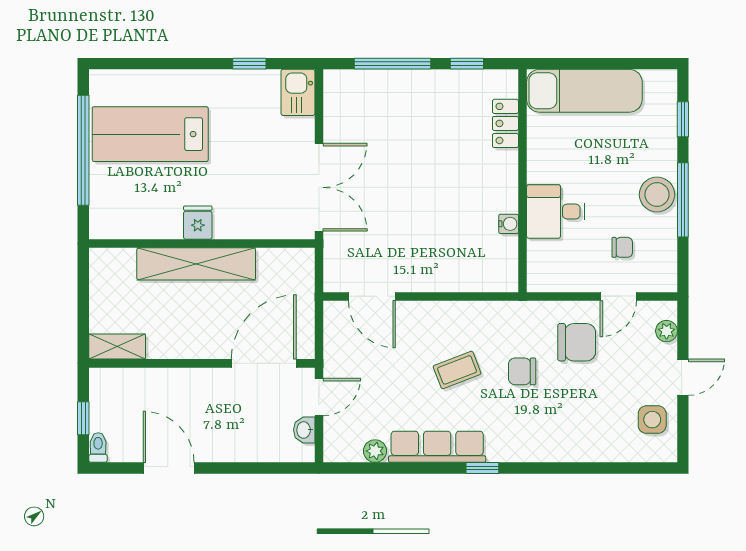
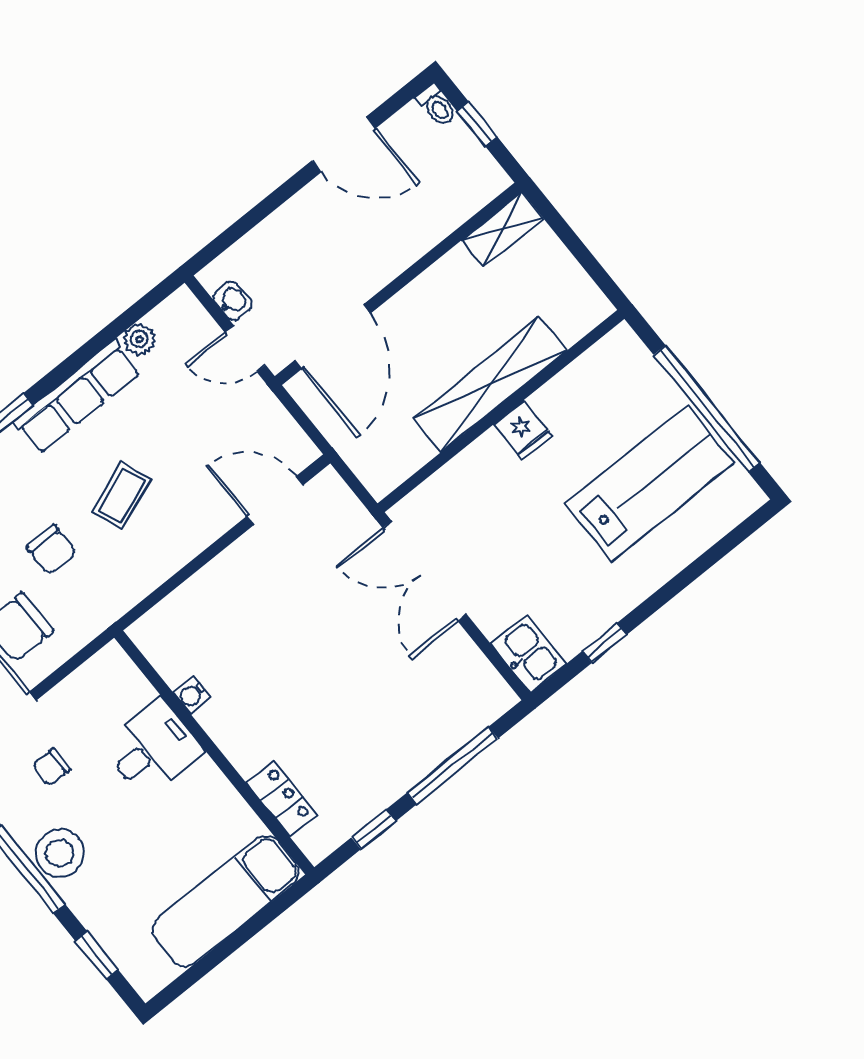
chair: (522, 371) -> (51, 550), turned 90
door: (319, 397) -> (245, 349), hinge flipped

